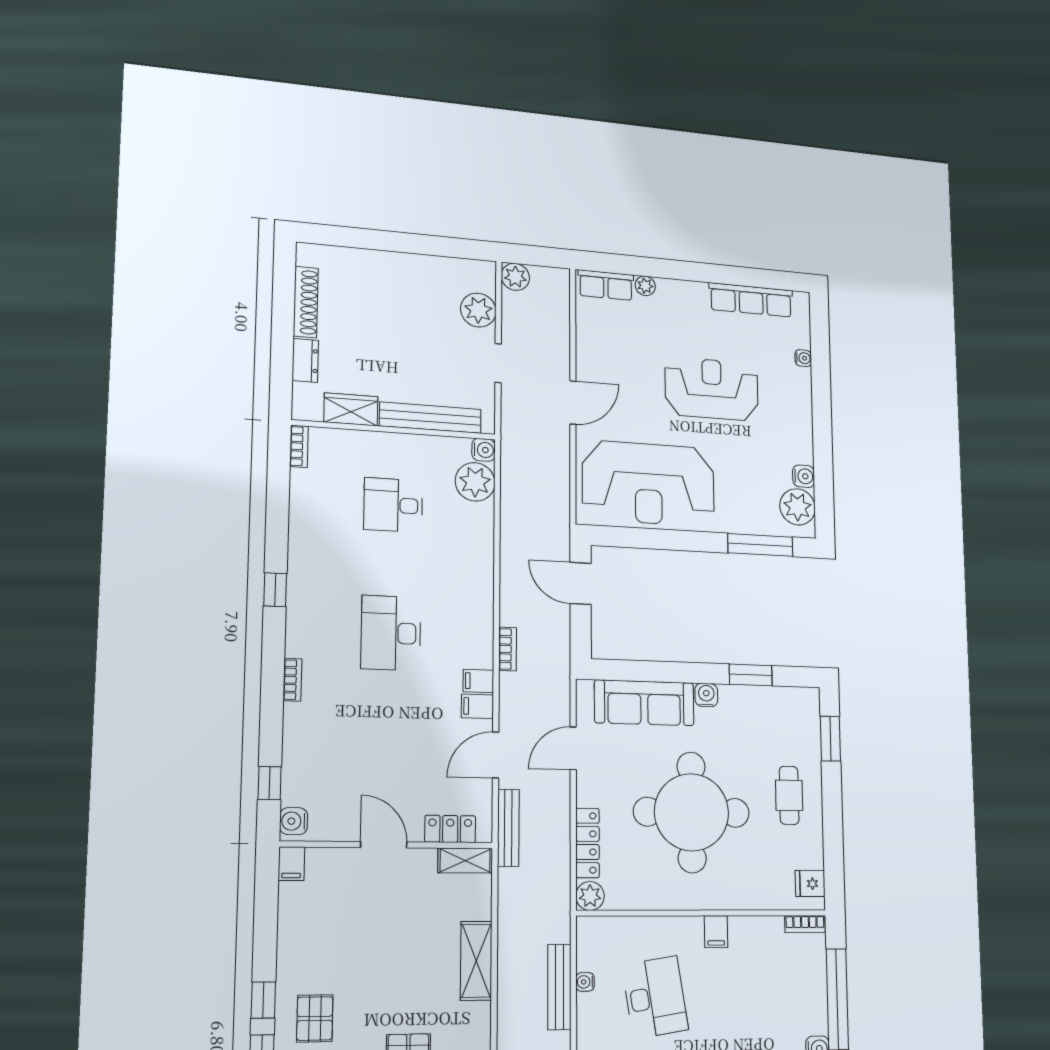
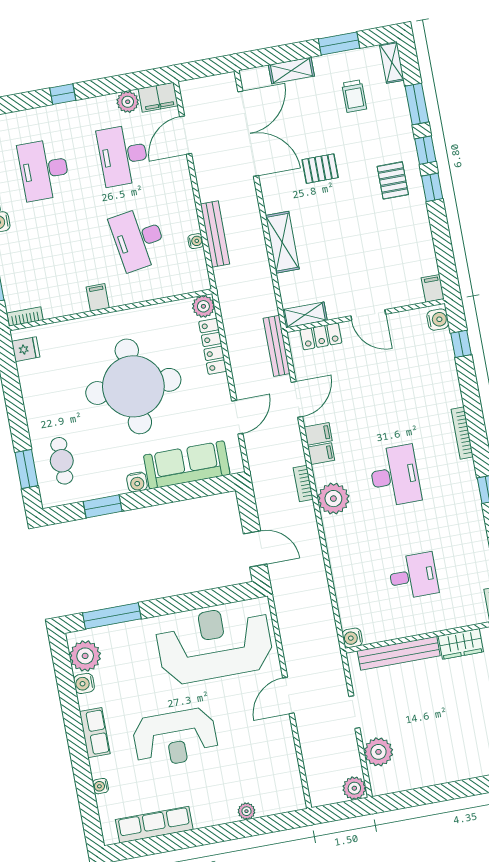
row of seats: (606, 285) -> (95, 733), moved, turned 90
plant: (475, 482) -> (333, 499), moved
bookcase: (292, 680) -> (462, 433), width x1.56
cafe table: (789, 795) -> (62, 461), moved

